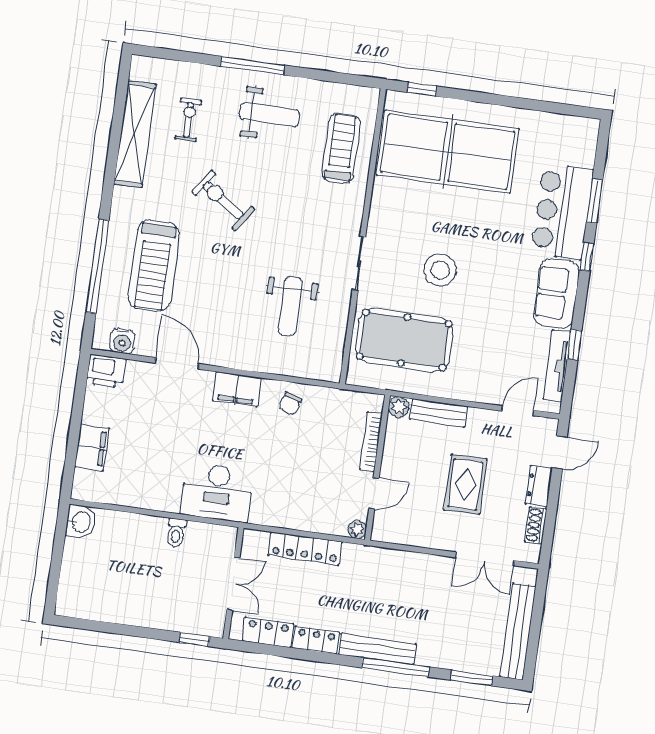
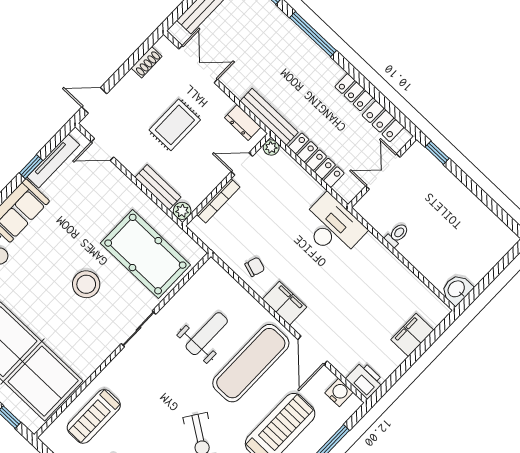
exercise mat: (227, 308) -> (251, 363), added
dresser: (539, 486) -> (243, 122), moved, turned 90
desk: (217, 492) -> (332, 227), moved
bench: (377, 649) -> (269, 117), moved

